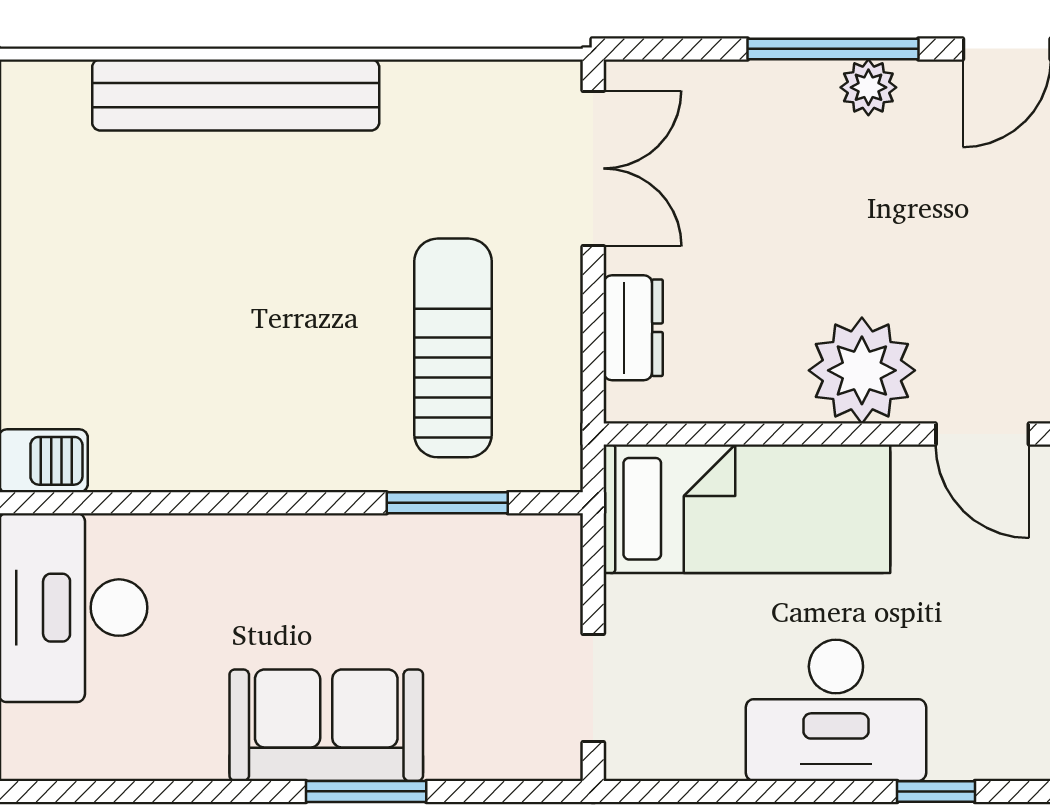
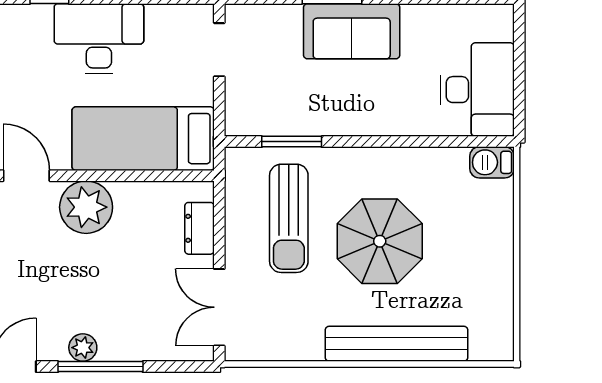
parasol: (270, 302) -> (380, 241), added

